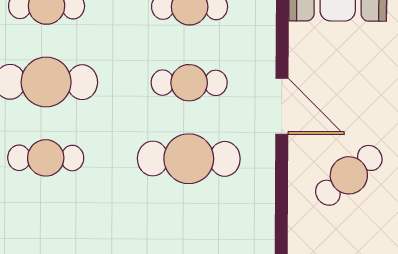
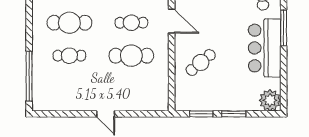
door: (282, 106) -> (172, 21), moved

